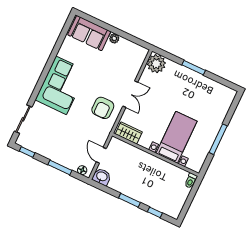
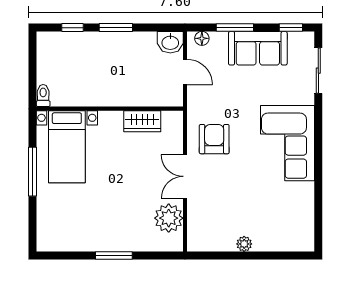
sofa: (89, 33) -> (258, 48), moved, turned 180
plant: (156, 64) -> (169, 218), moved
wardrobe: (129, 133) -> (142, 121), moved
bed with nightstands: (177, 137) -> (67, 147), moved

